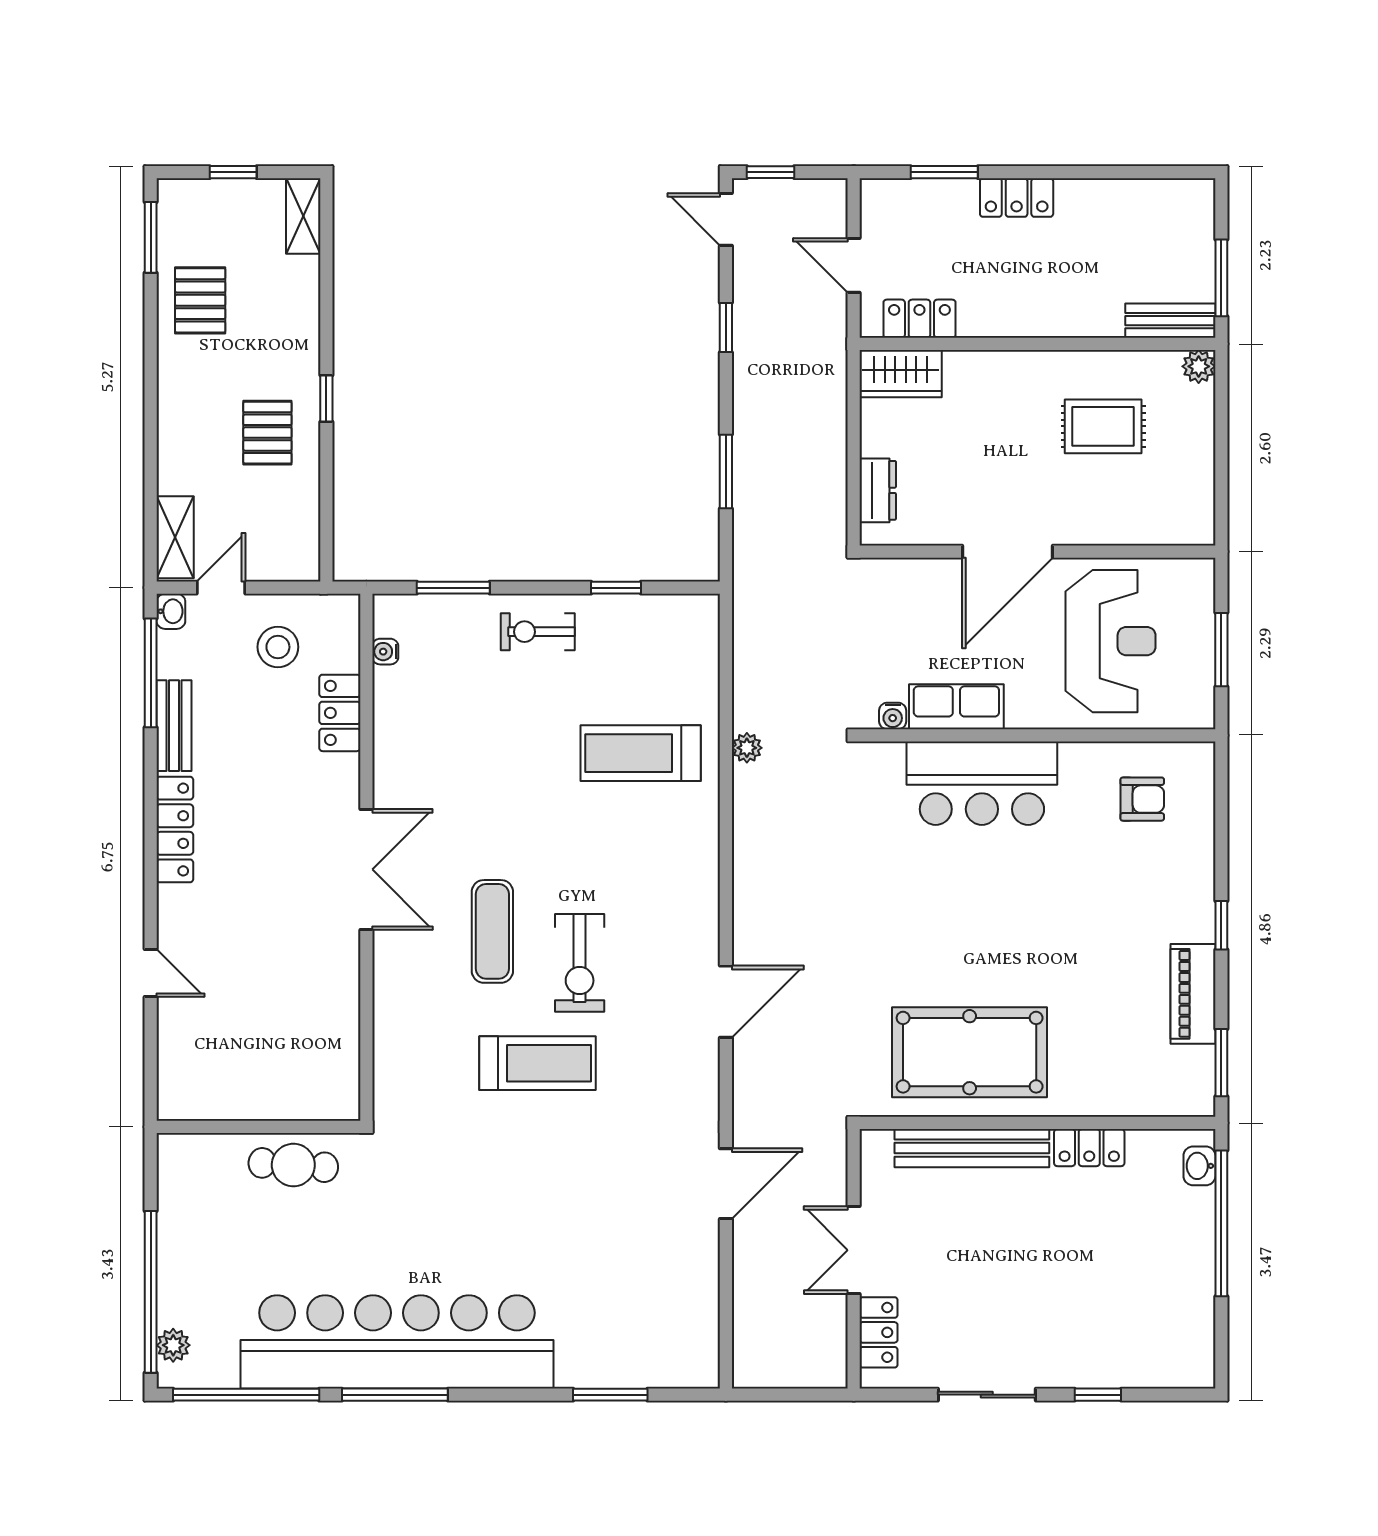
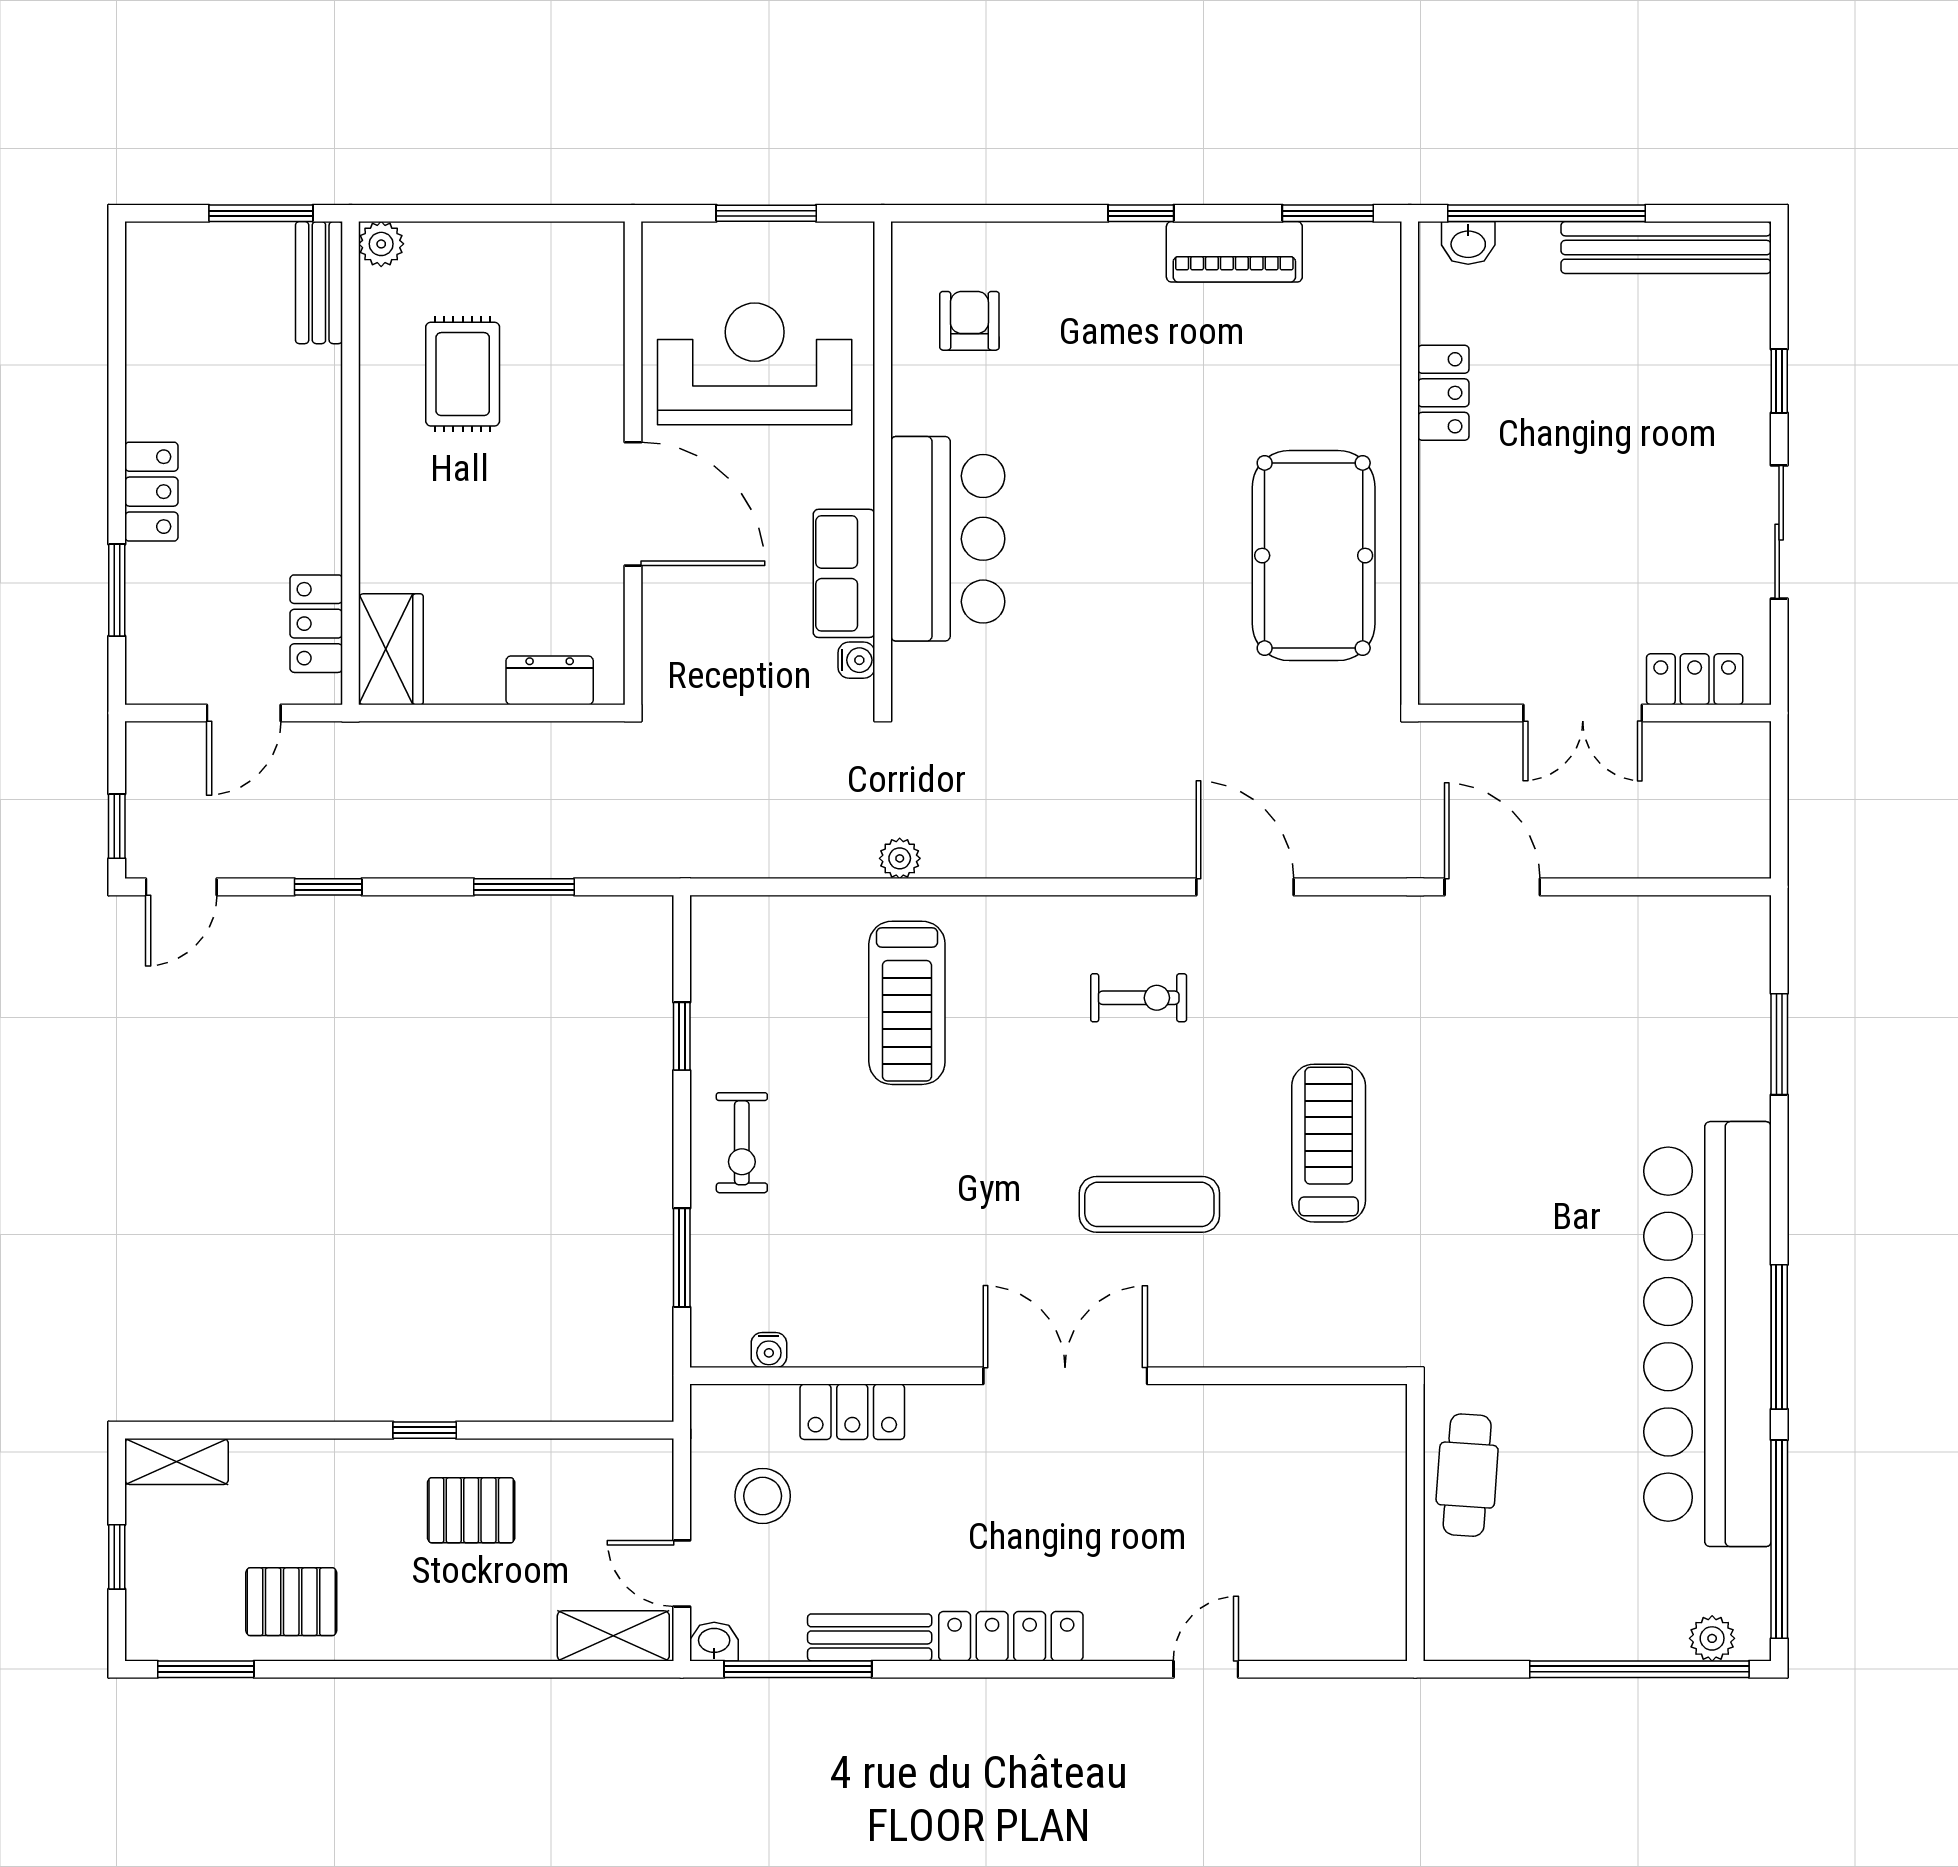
exercise bike: (580, 963) -> (1139, 998), moved, width x0.73, depth x0.72
bench: (972, 1148) -> (1666, 248), moved, turned 90

